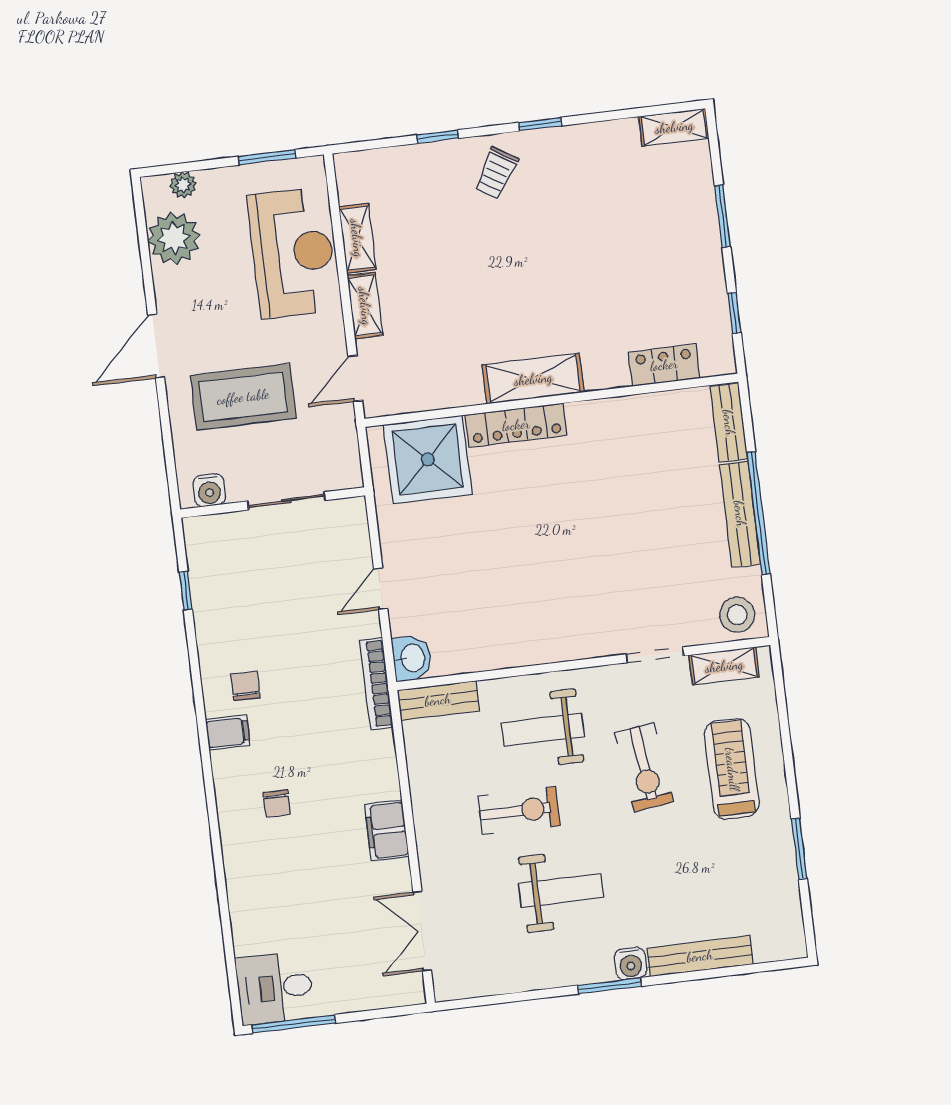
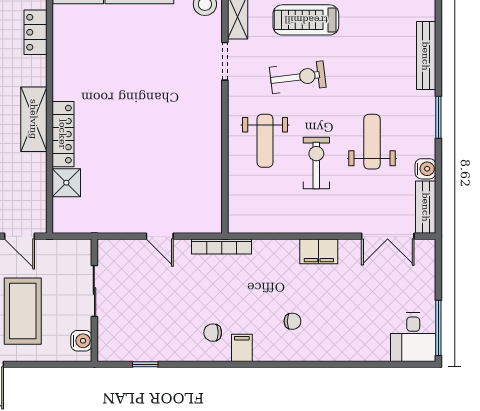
shower: (428, 459) -> (66, 183), width x0.54, depth x0.54
washbasin: (412, 658) -> (208, 221), removed
bench: (438, 700) -> (426, 207), moved
water cooler: (631, 963) -> (425, 169), moved

